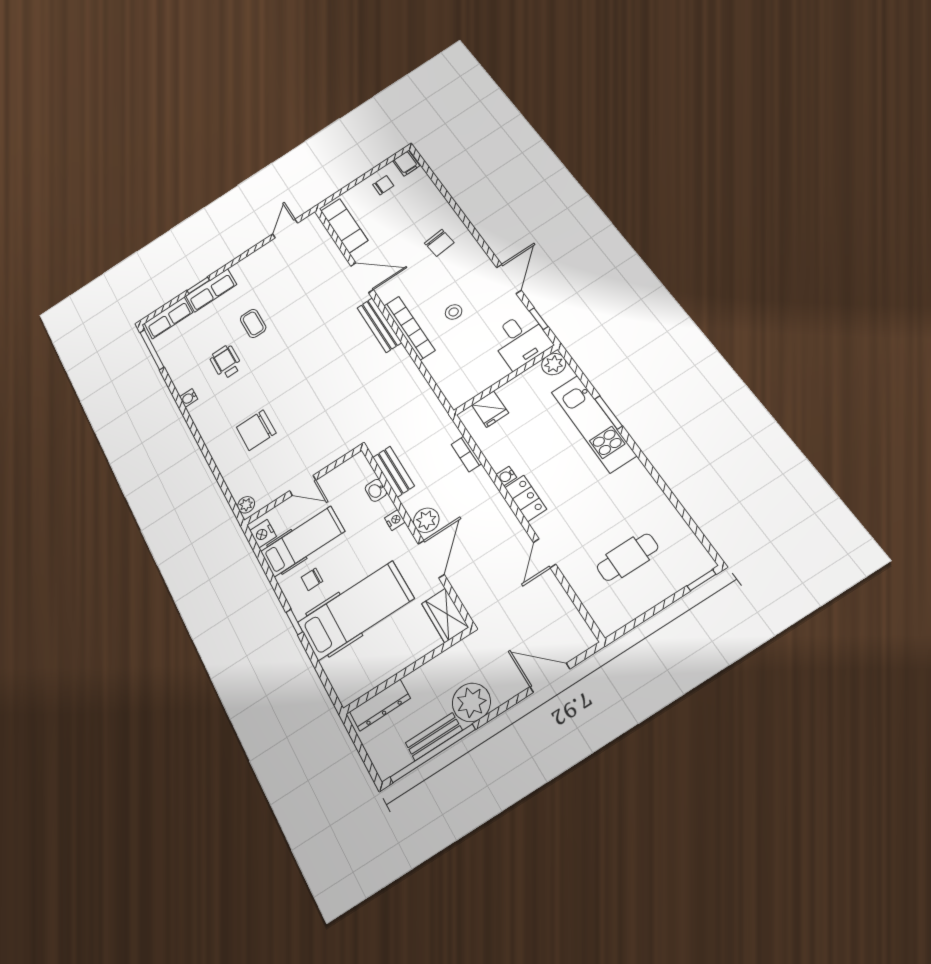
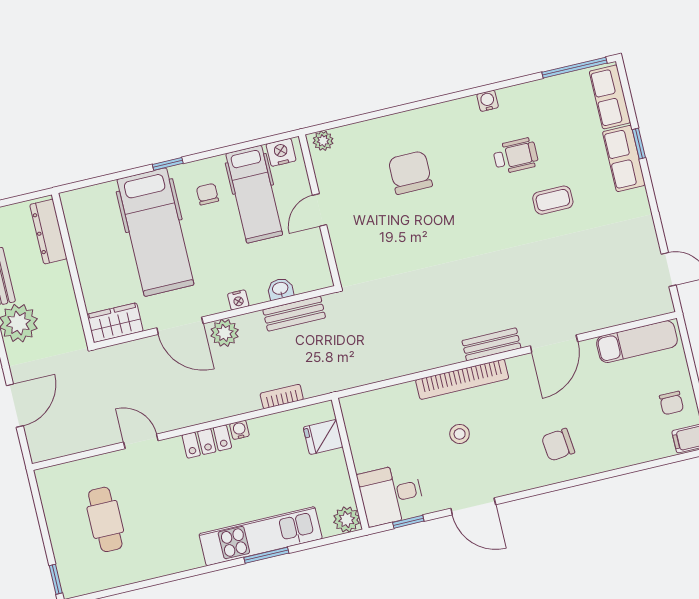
bench: (379, 325) -> (491, 344), width x0.73

